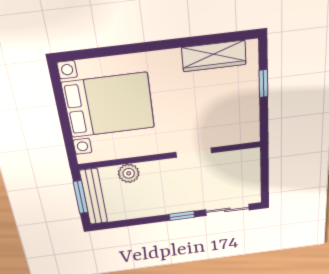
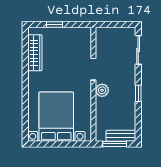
plant: (129, 173) -> (102, 90), moved
bench: (94, 197) -> (121, 136), width x0.73
window: (182, 216) -> (138, 93), moved

